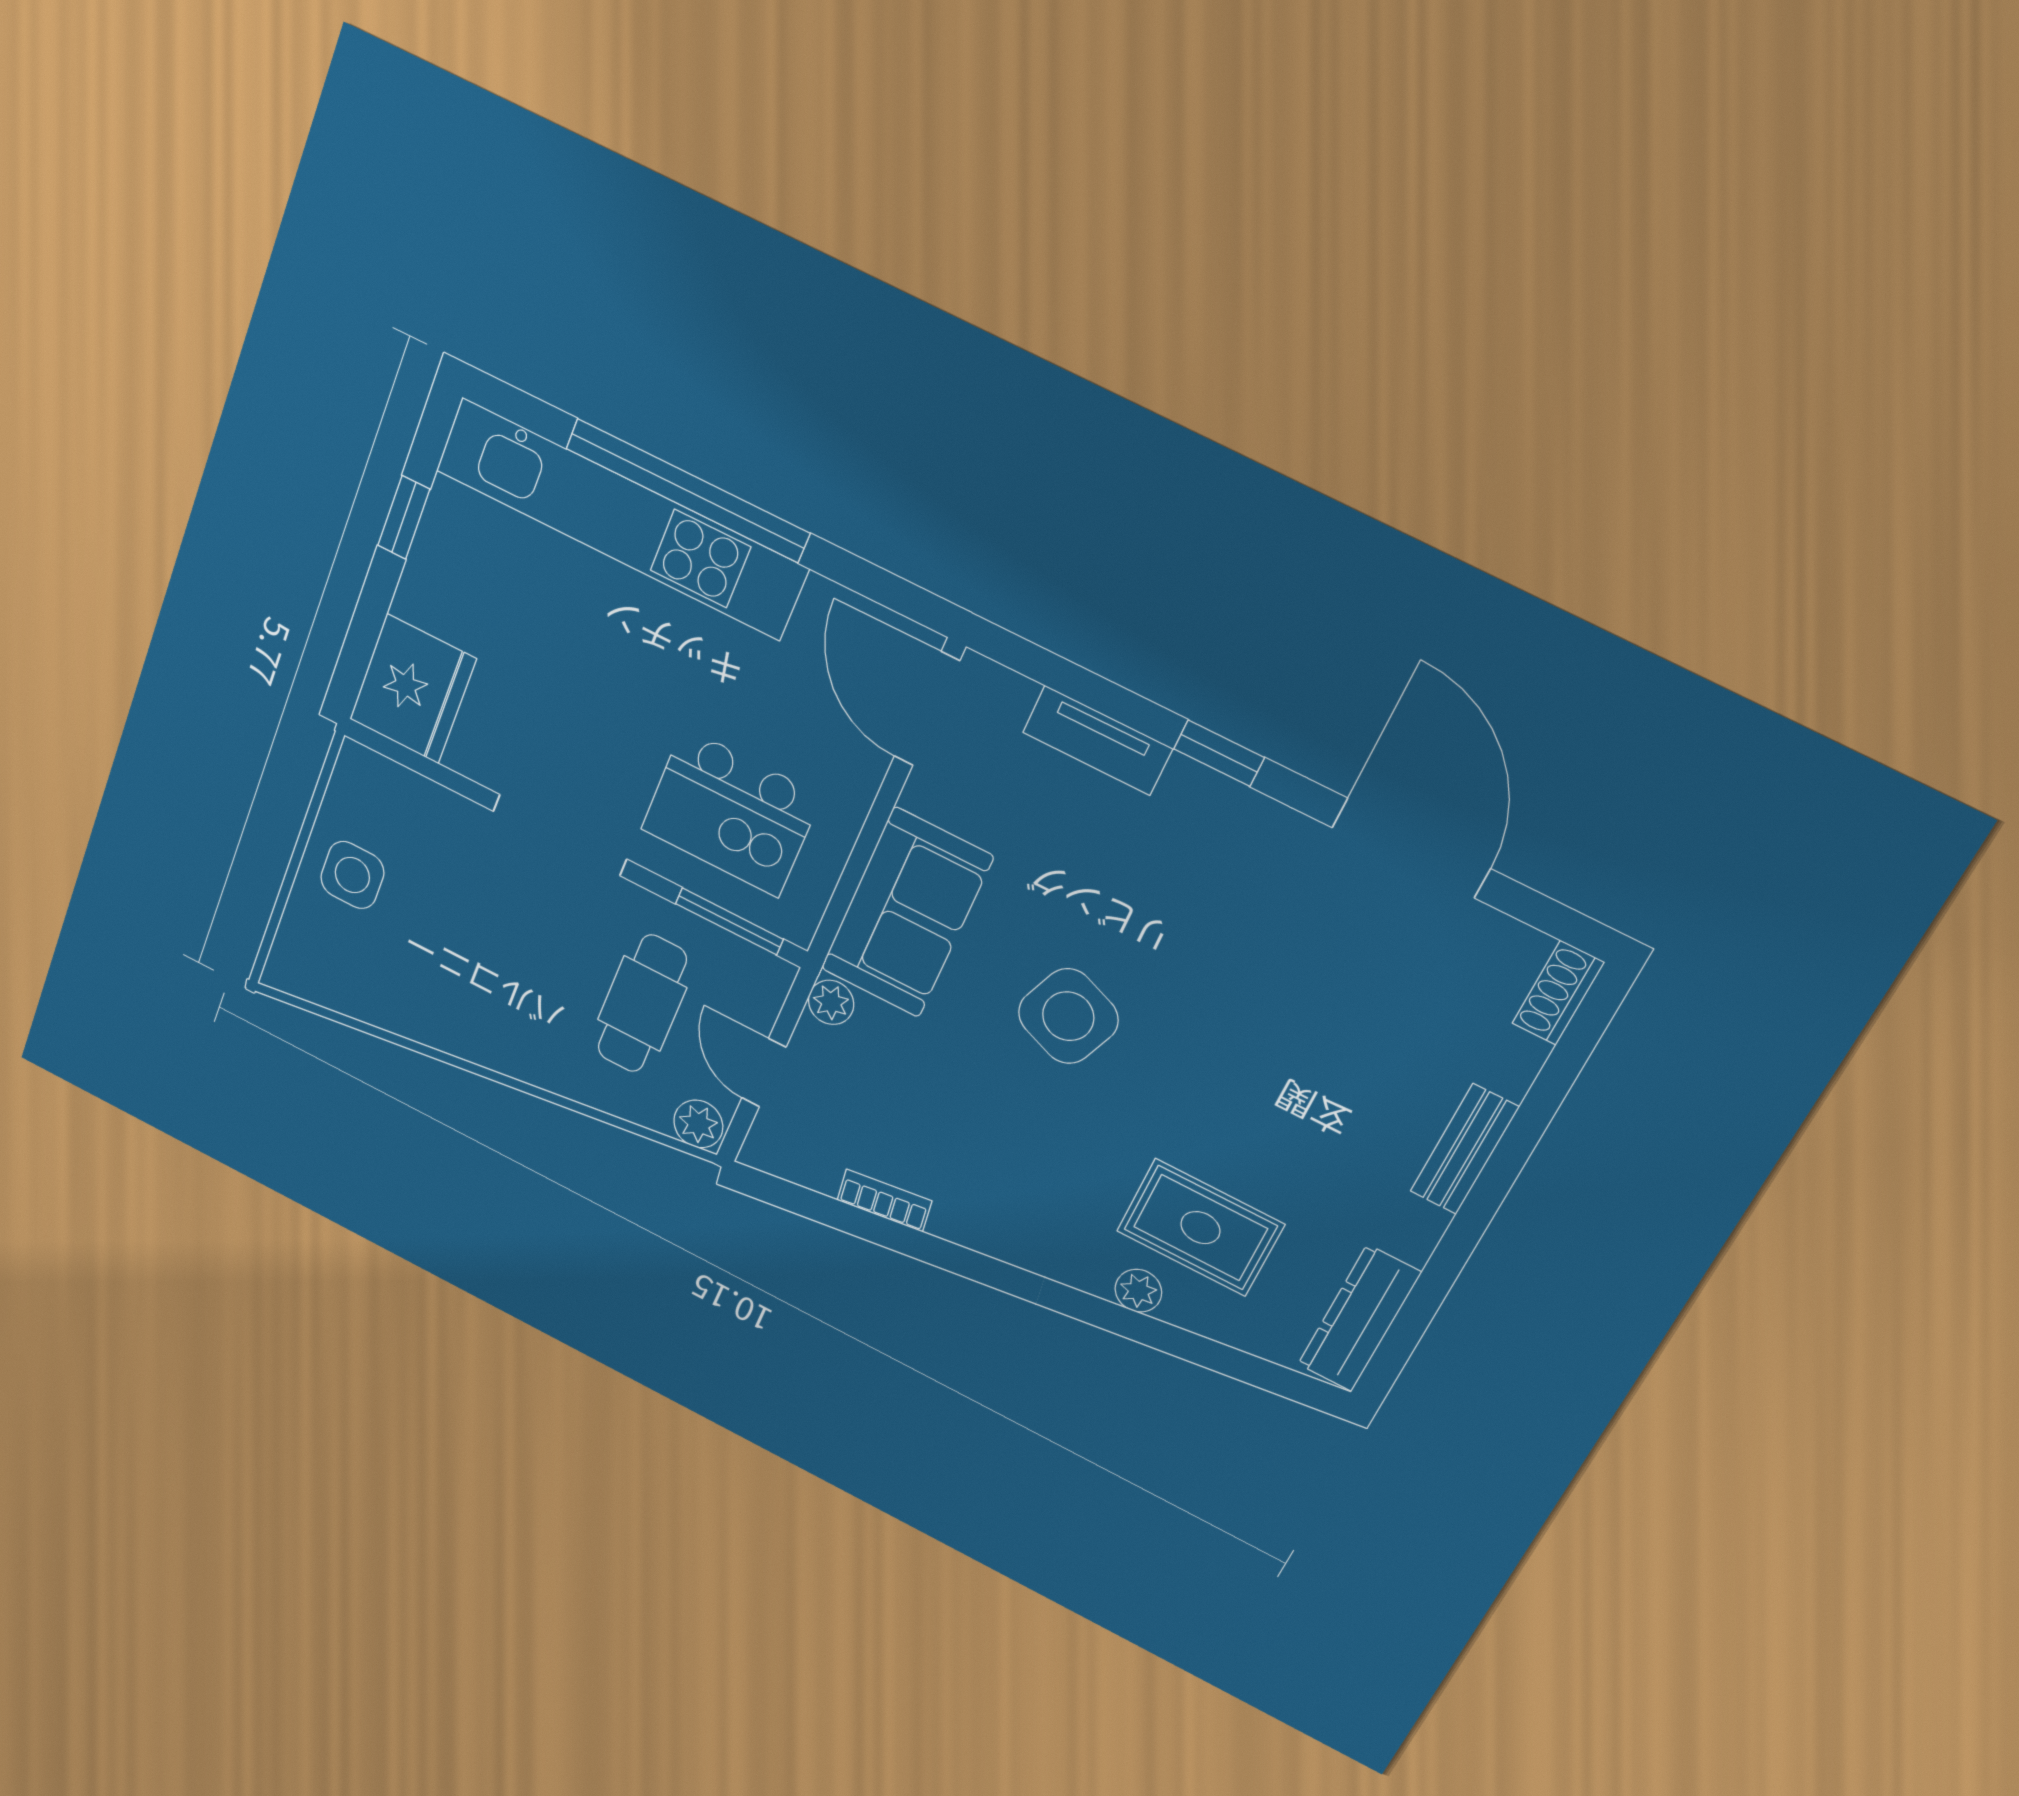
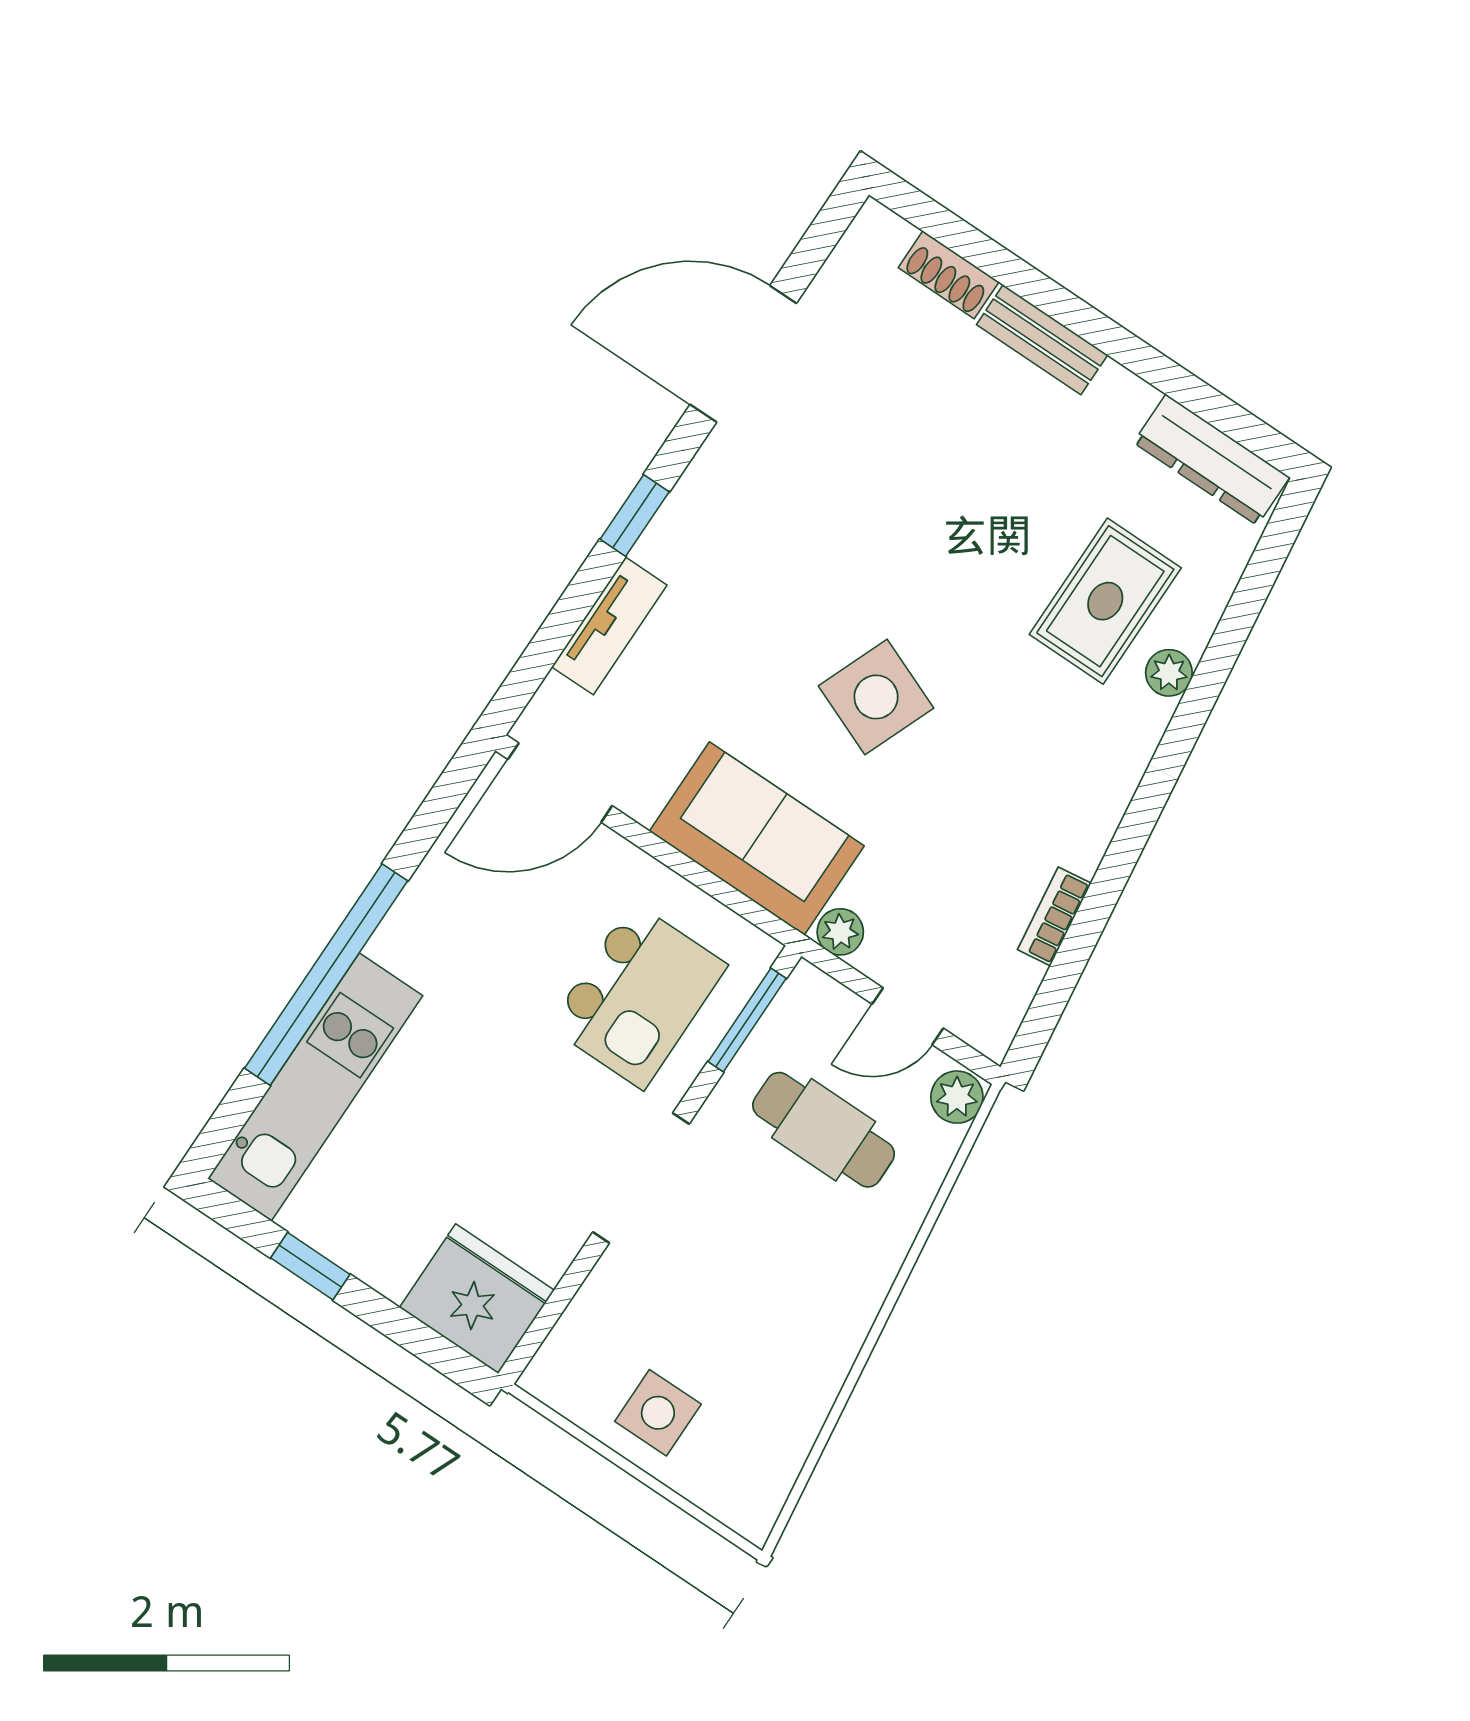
kitchen unit: (621, 519) -> (315, 1087), width x0.73
shoe rack: (1558, 993) -> (949, 275), moved

